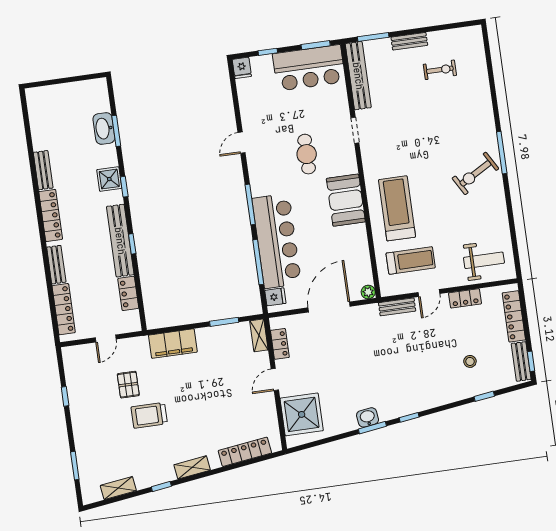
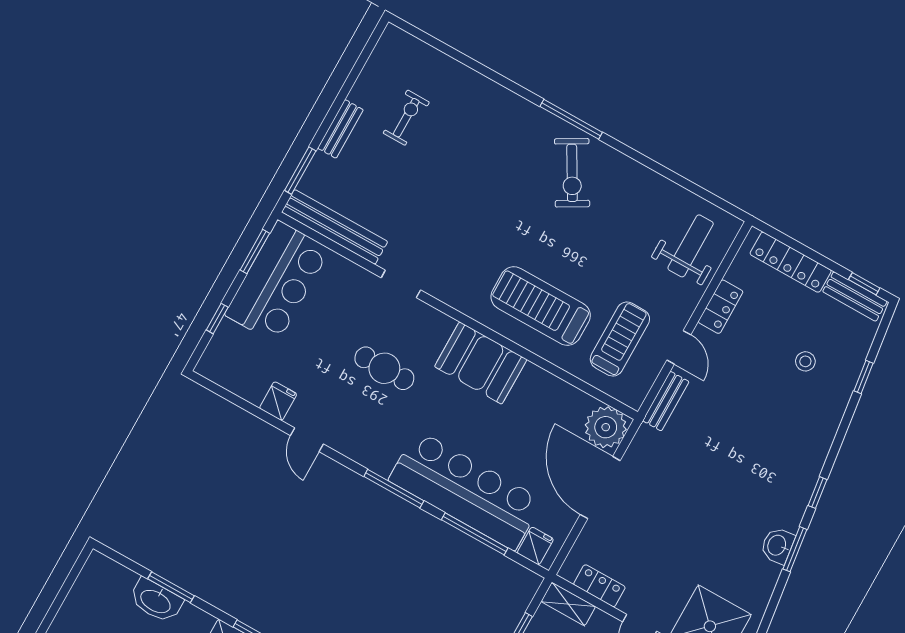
fridge: (242, 68) -> (278, 401), moved, turned -90
plant: (368, 292) -> (606, 427), width x1.87, depth x1.87

